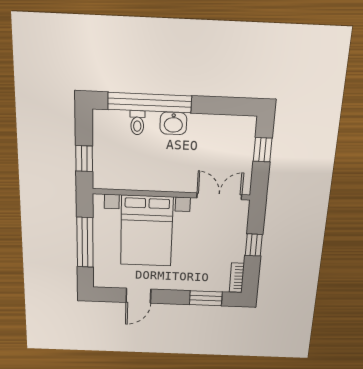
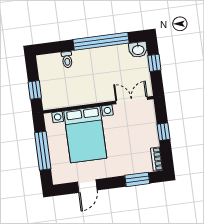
window: (150, 103) -> (101, 41), moved
washbasin: (173, 123) -> (138, 50), moved

